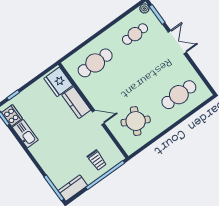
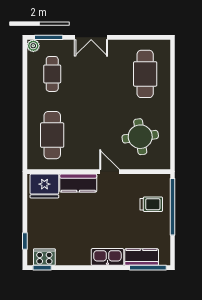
double door: (177, 42) -> (91, 37), swing flipped
door: (98, 118) -> (109, 172), hinge flipped
round table: (136, 121) -> (140, 137), turned -36
kitchen sink: (25, 134) -> (107, 257), moved
kitchen counter: (73, 188) -> (142, 257), moved, turned 90

